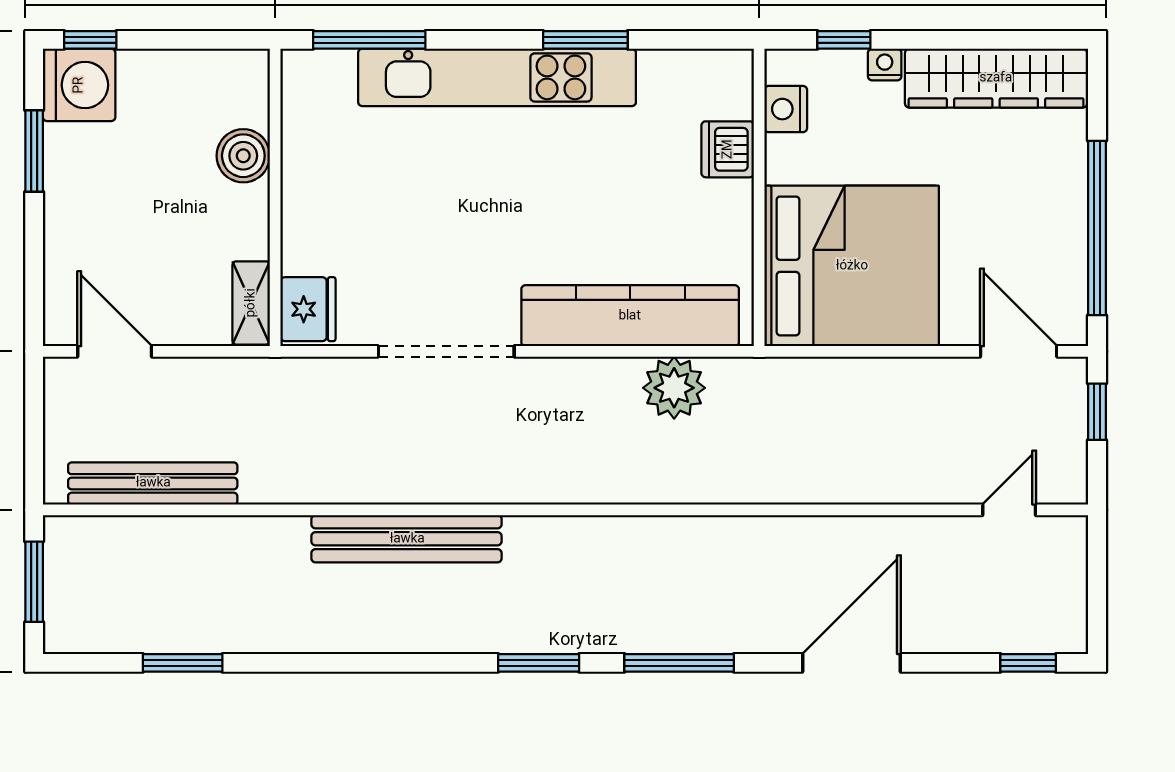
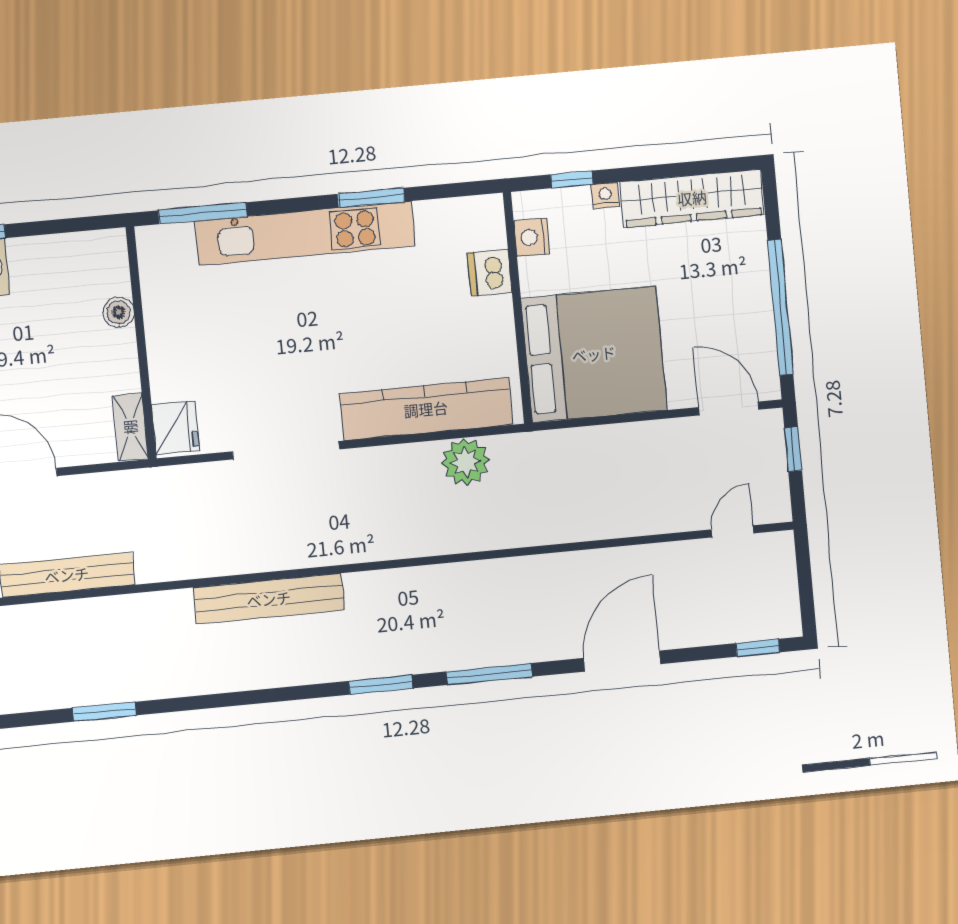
boiler: (243, 156) -> (119, 312), width x0.73, depth x0.73

